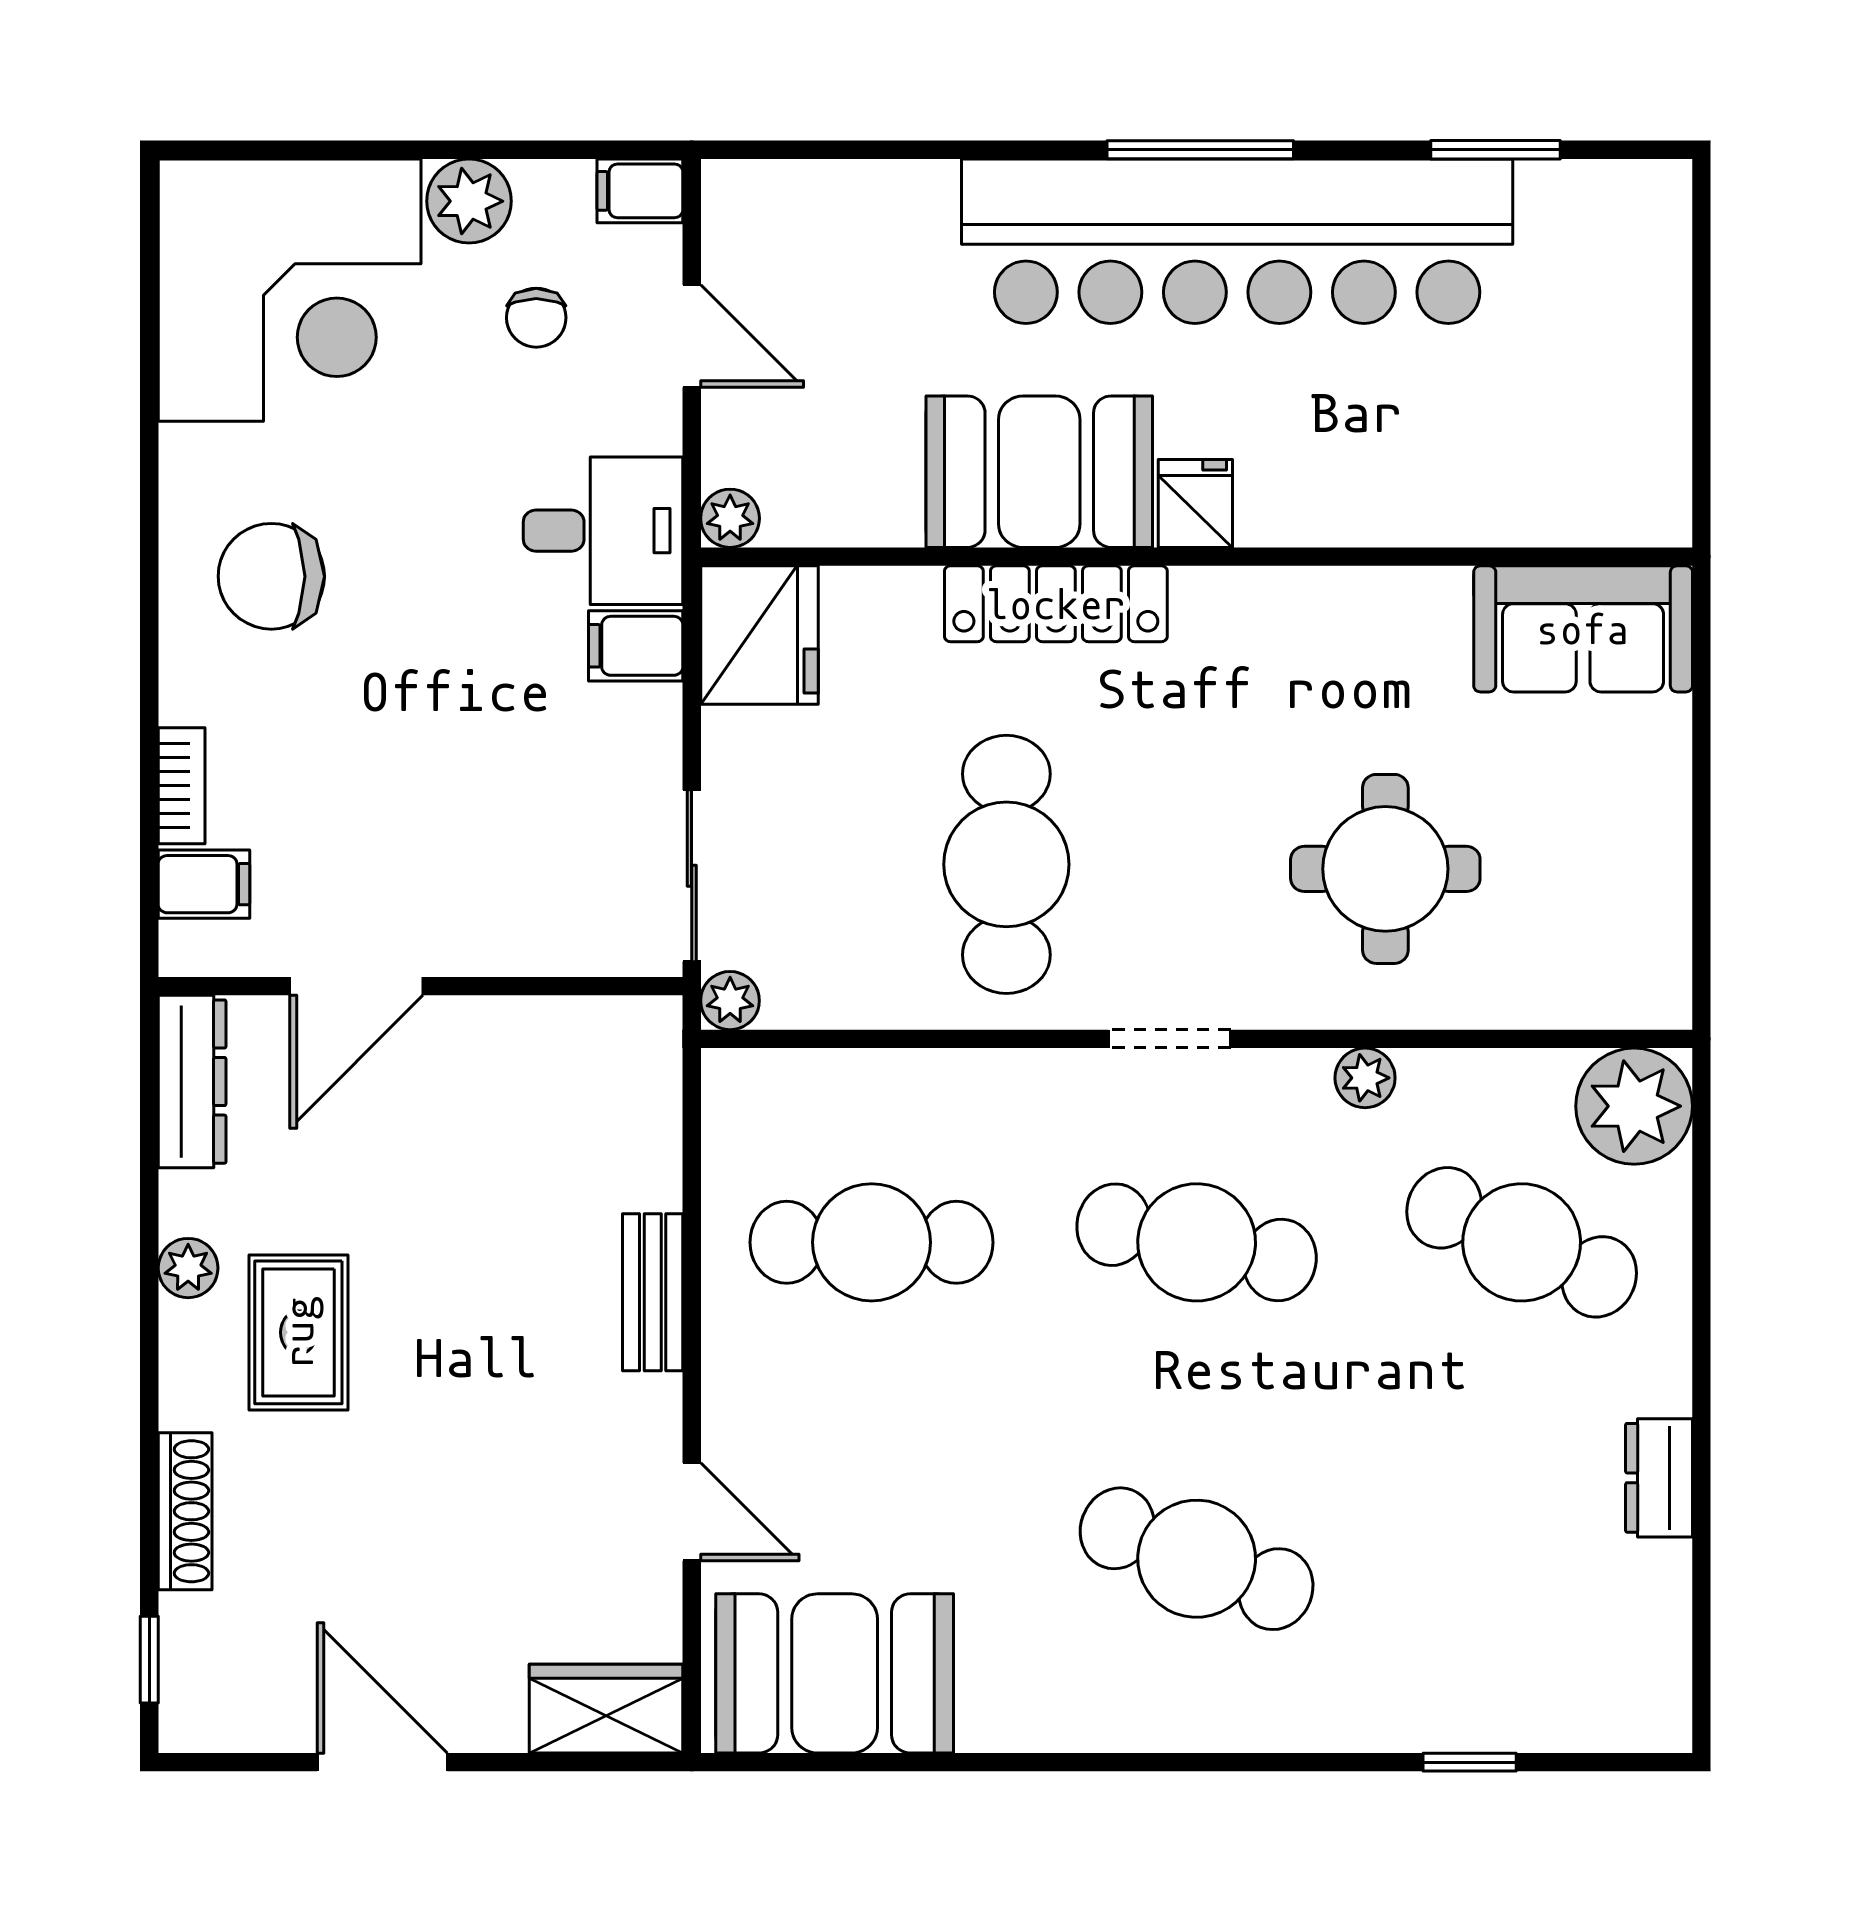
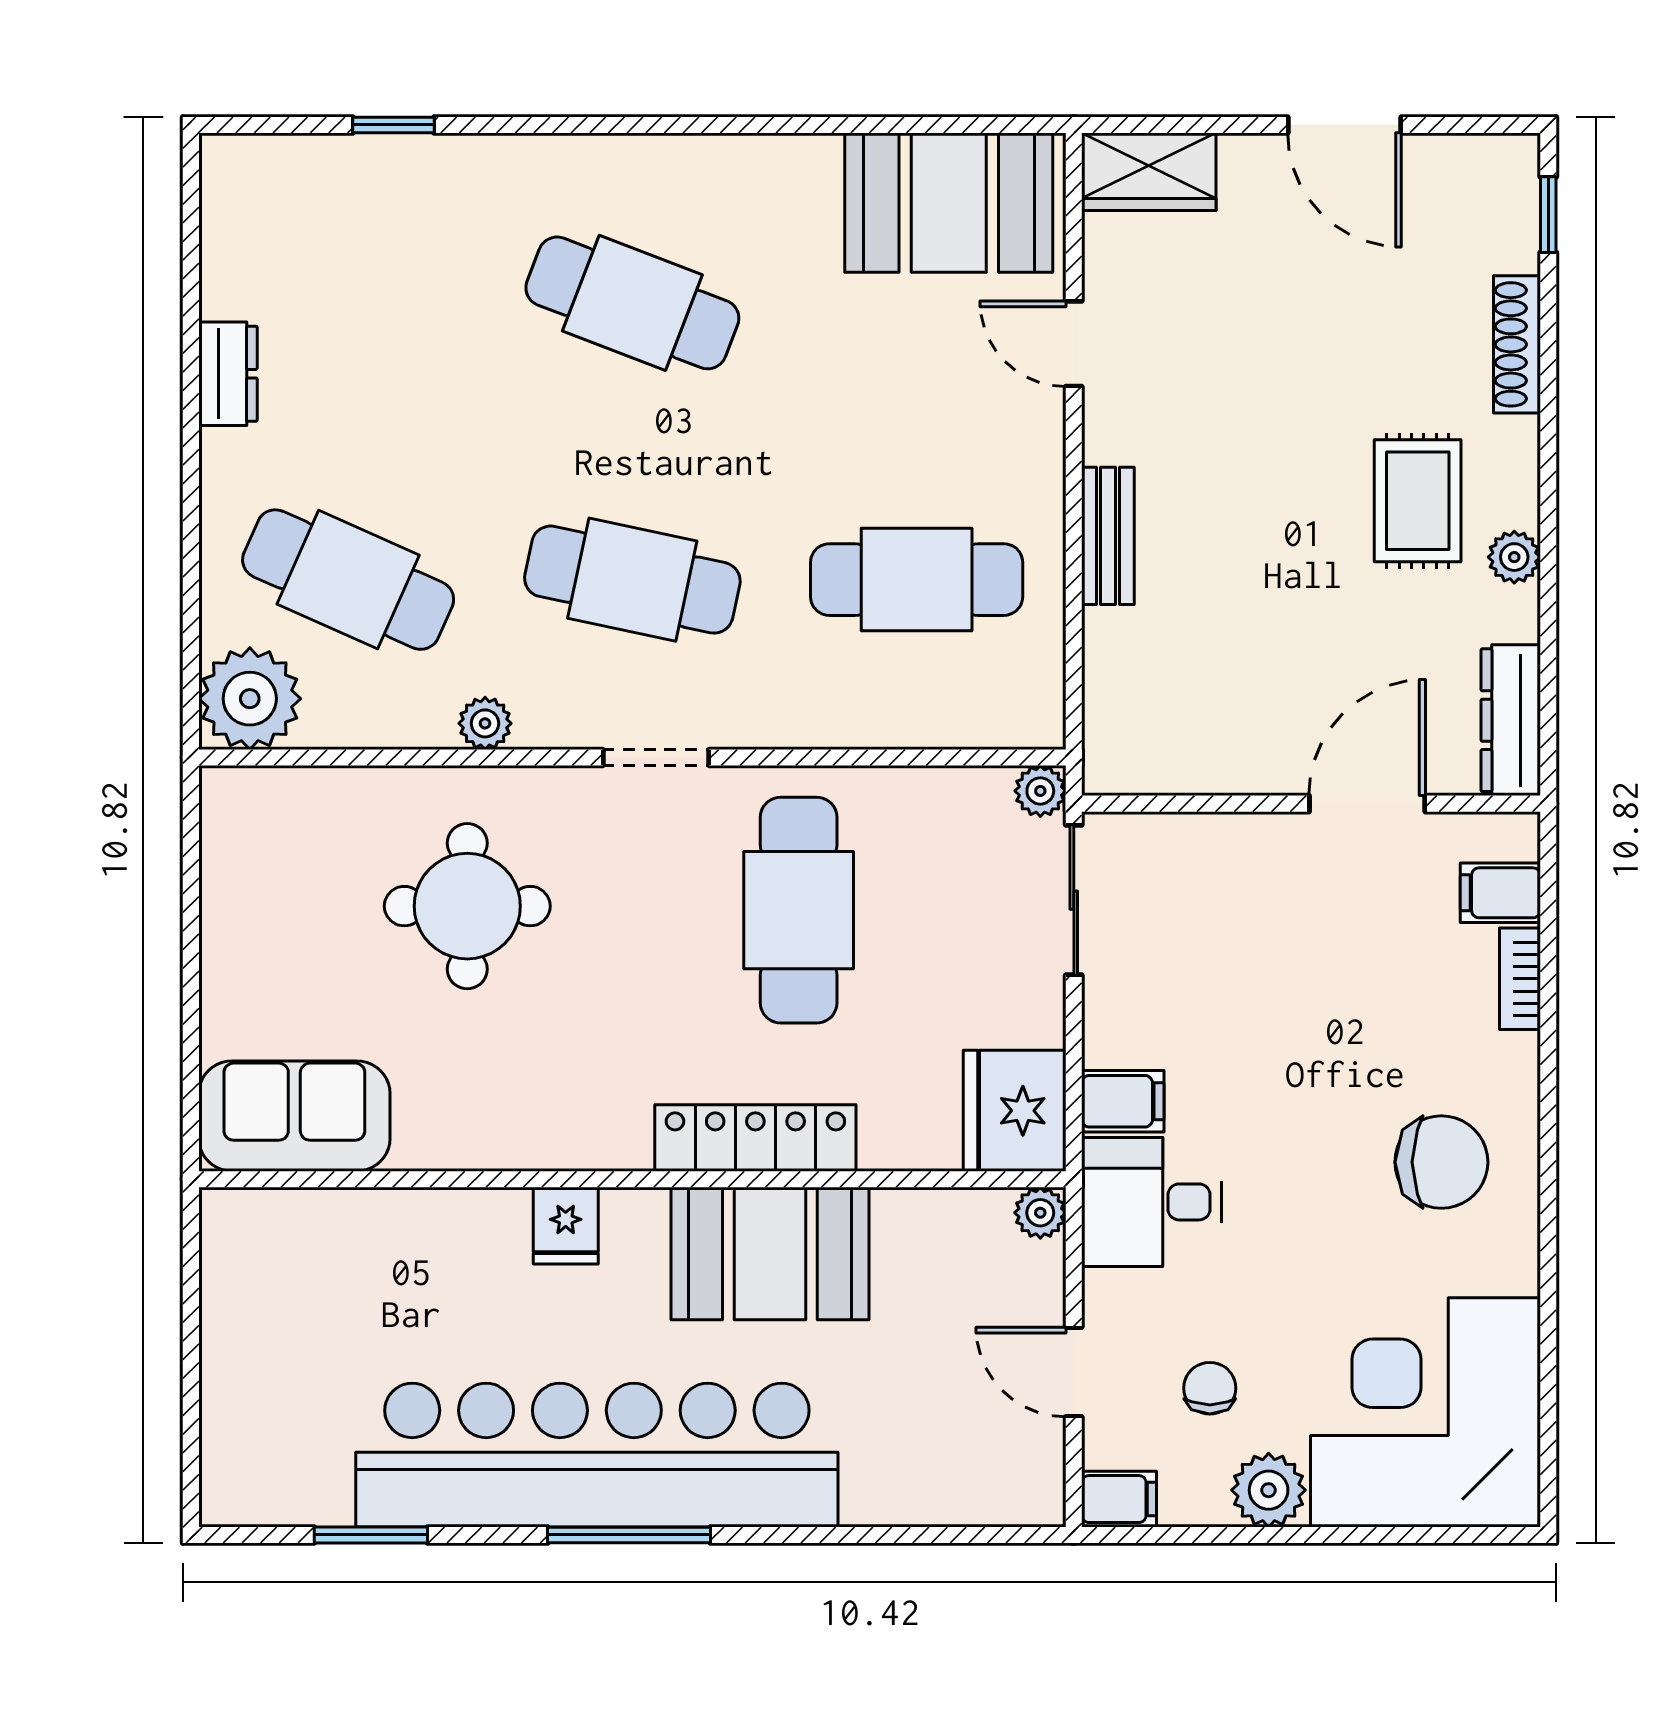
fridge: (1195, 504) -> (566, 1226), moved

